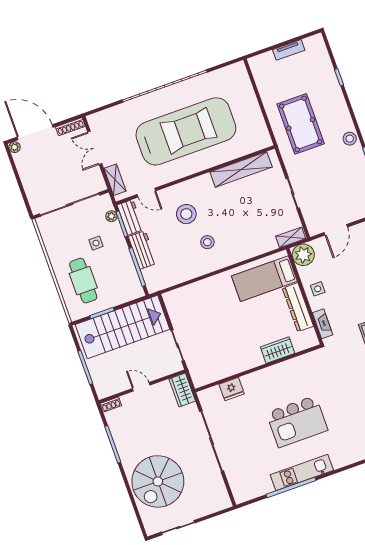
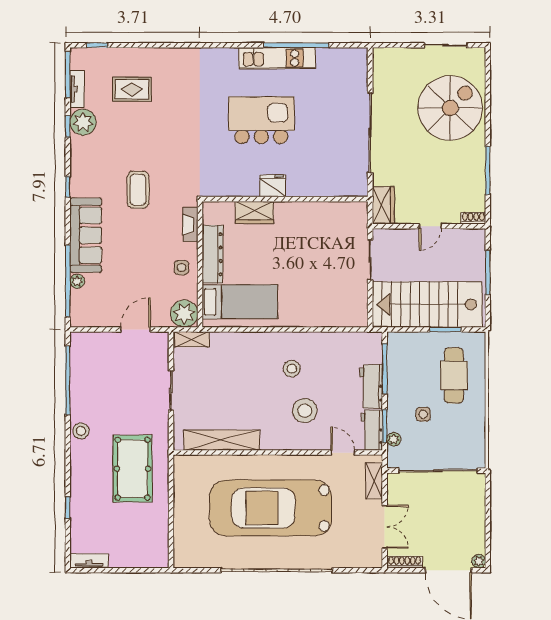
tv unit: (289, 50) -> (89, 561), moved
door: (141, 387) -> (430, 226), hinge flipped
fridge: (232, 389) -> (273, 186), moved

